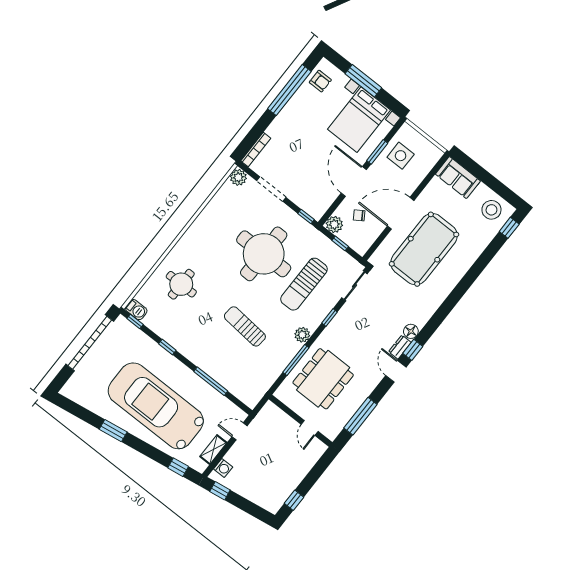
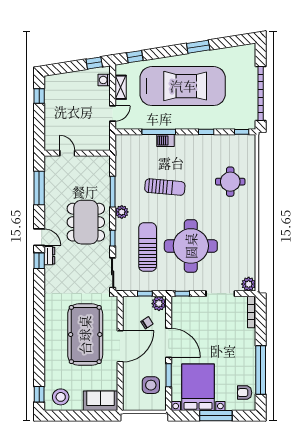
barbecue: (136, 310) -> (165, 141), moved
floor lamp: (411, 331) -> (50, 272), removed
dining table: (323, 379) -> (86, 222), moved

